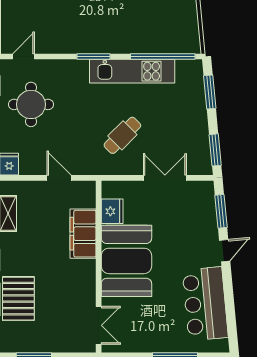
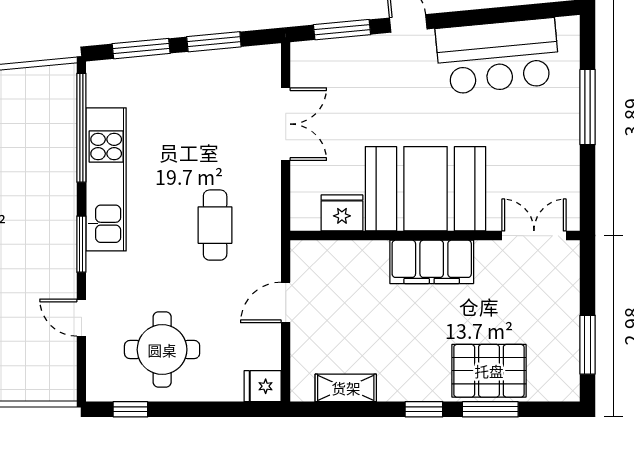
door: (24, 56) -> (81, 318), moved
cafe table: (122, 135) -> (215, 225), moved, turned 45
window: (215, 150) -> (214, 42), moved
double door: (165, 178) -> (286, 124), swing flipped
filing cabinet: (83, 234) -> (432, 262), moved

